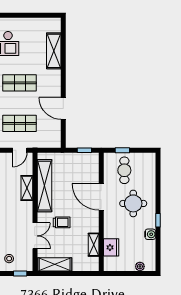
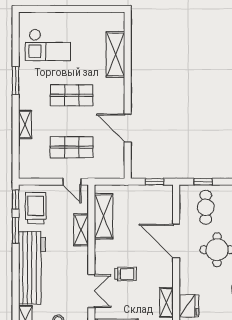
door: (20, 150) -> (72, 182), hinge flipped
shelving: (44, 186) -> (104, 216), width x0.68

